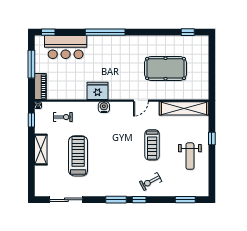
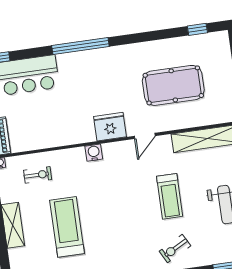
fridge: (98, 91) -> (110, 127), moved

